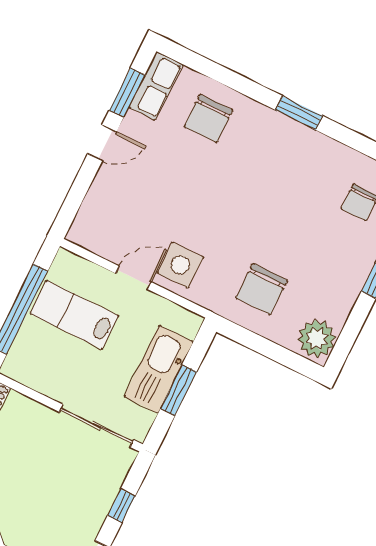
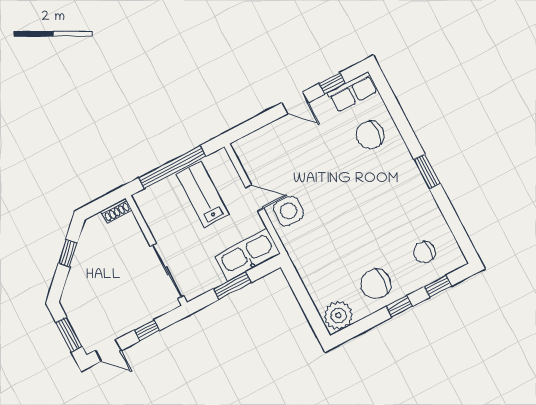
window: (127, 92) -> (332, 83), width x0.67
chair: (262, 289) -> (376, 284), moved
kitchen sink: (159, 369) -> (247, 255), moved

